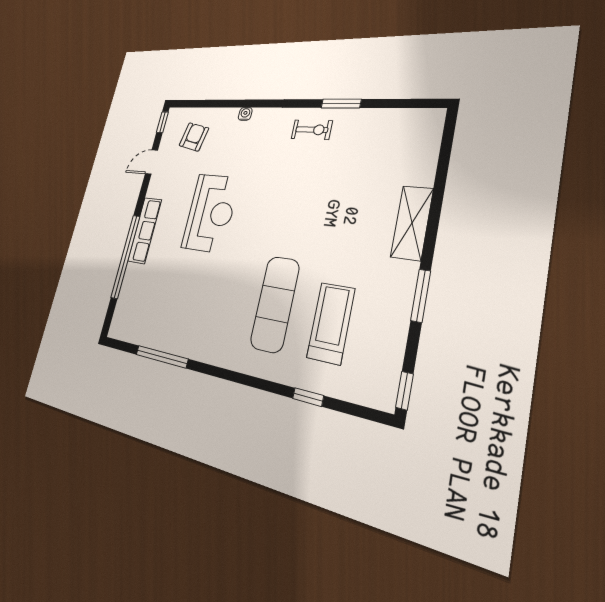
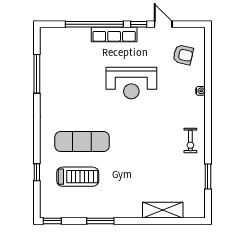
window: (341, 103) -> (208, 176), moved
window: (162, 122) -> (139, 24), moved
shelving: (412, 223) -> (163, 210), moved

